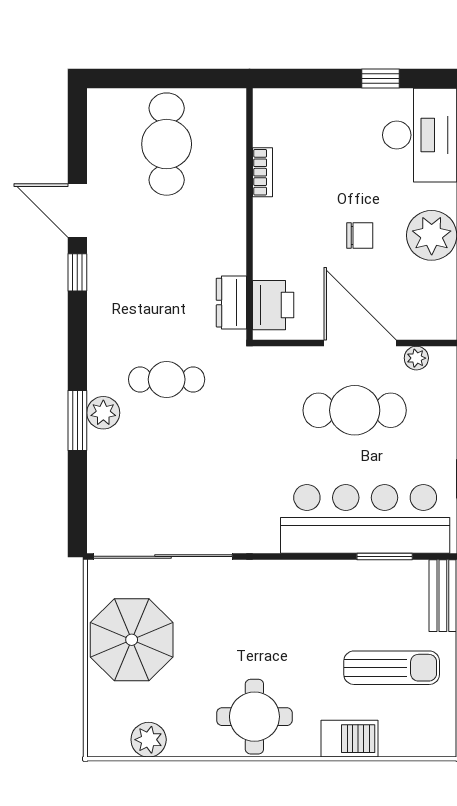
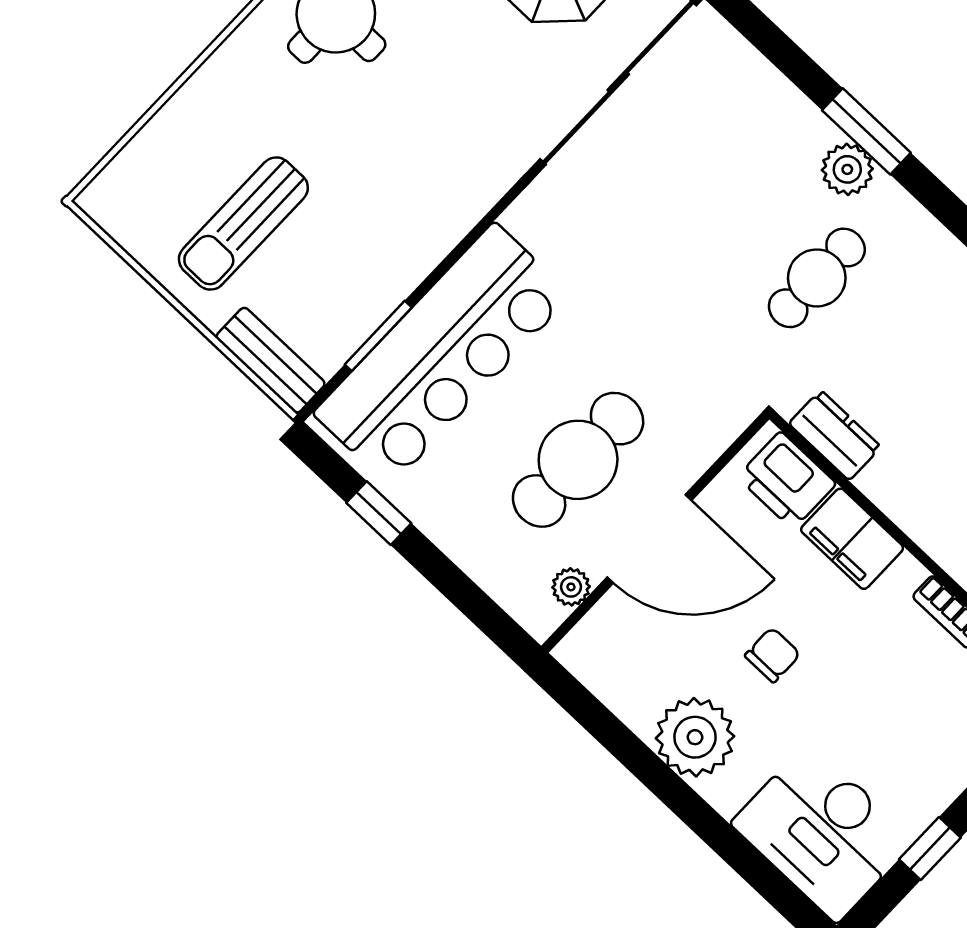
chair: (360, 235) -> (773, 655), turned 180
filing cabinet: (272, 249) -> (852, 539), added
barbecue: (350, 739) -> (208, 99), removed

